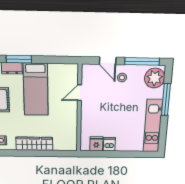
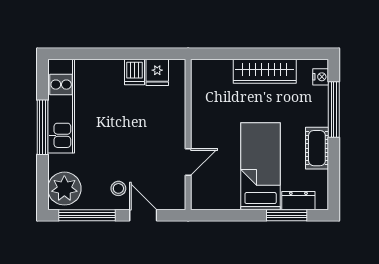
window: (166, 100) -> (42, 127), moved

